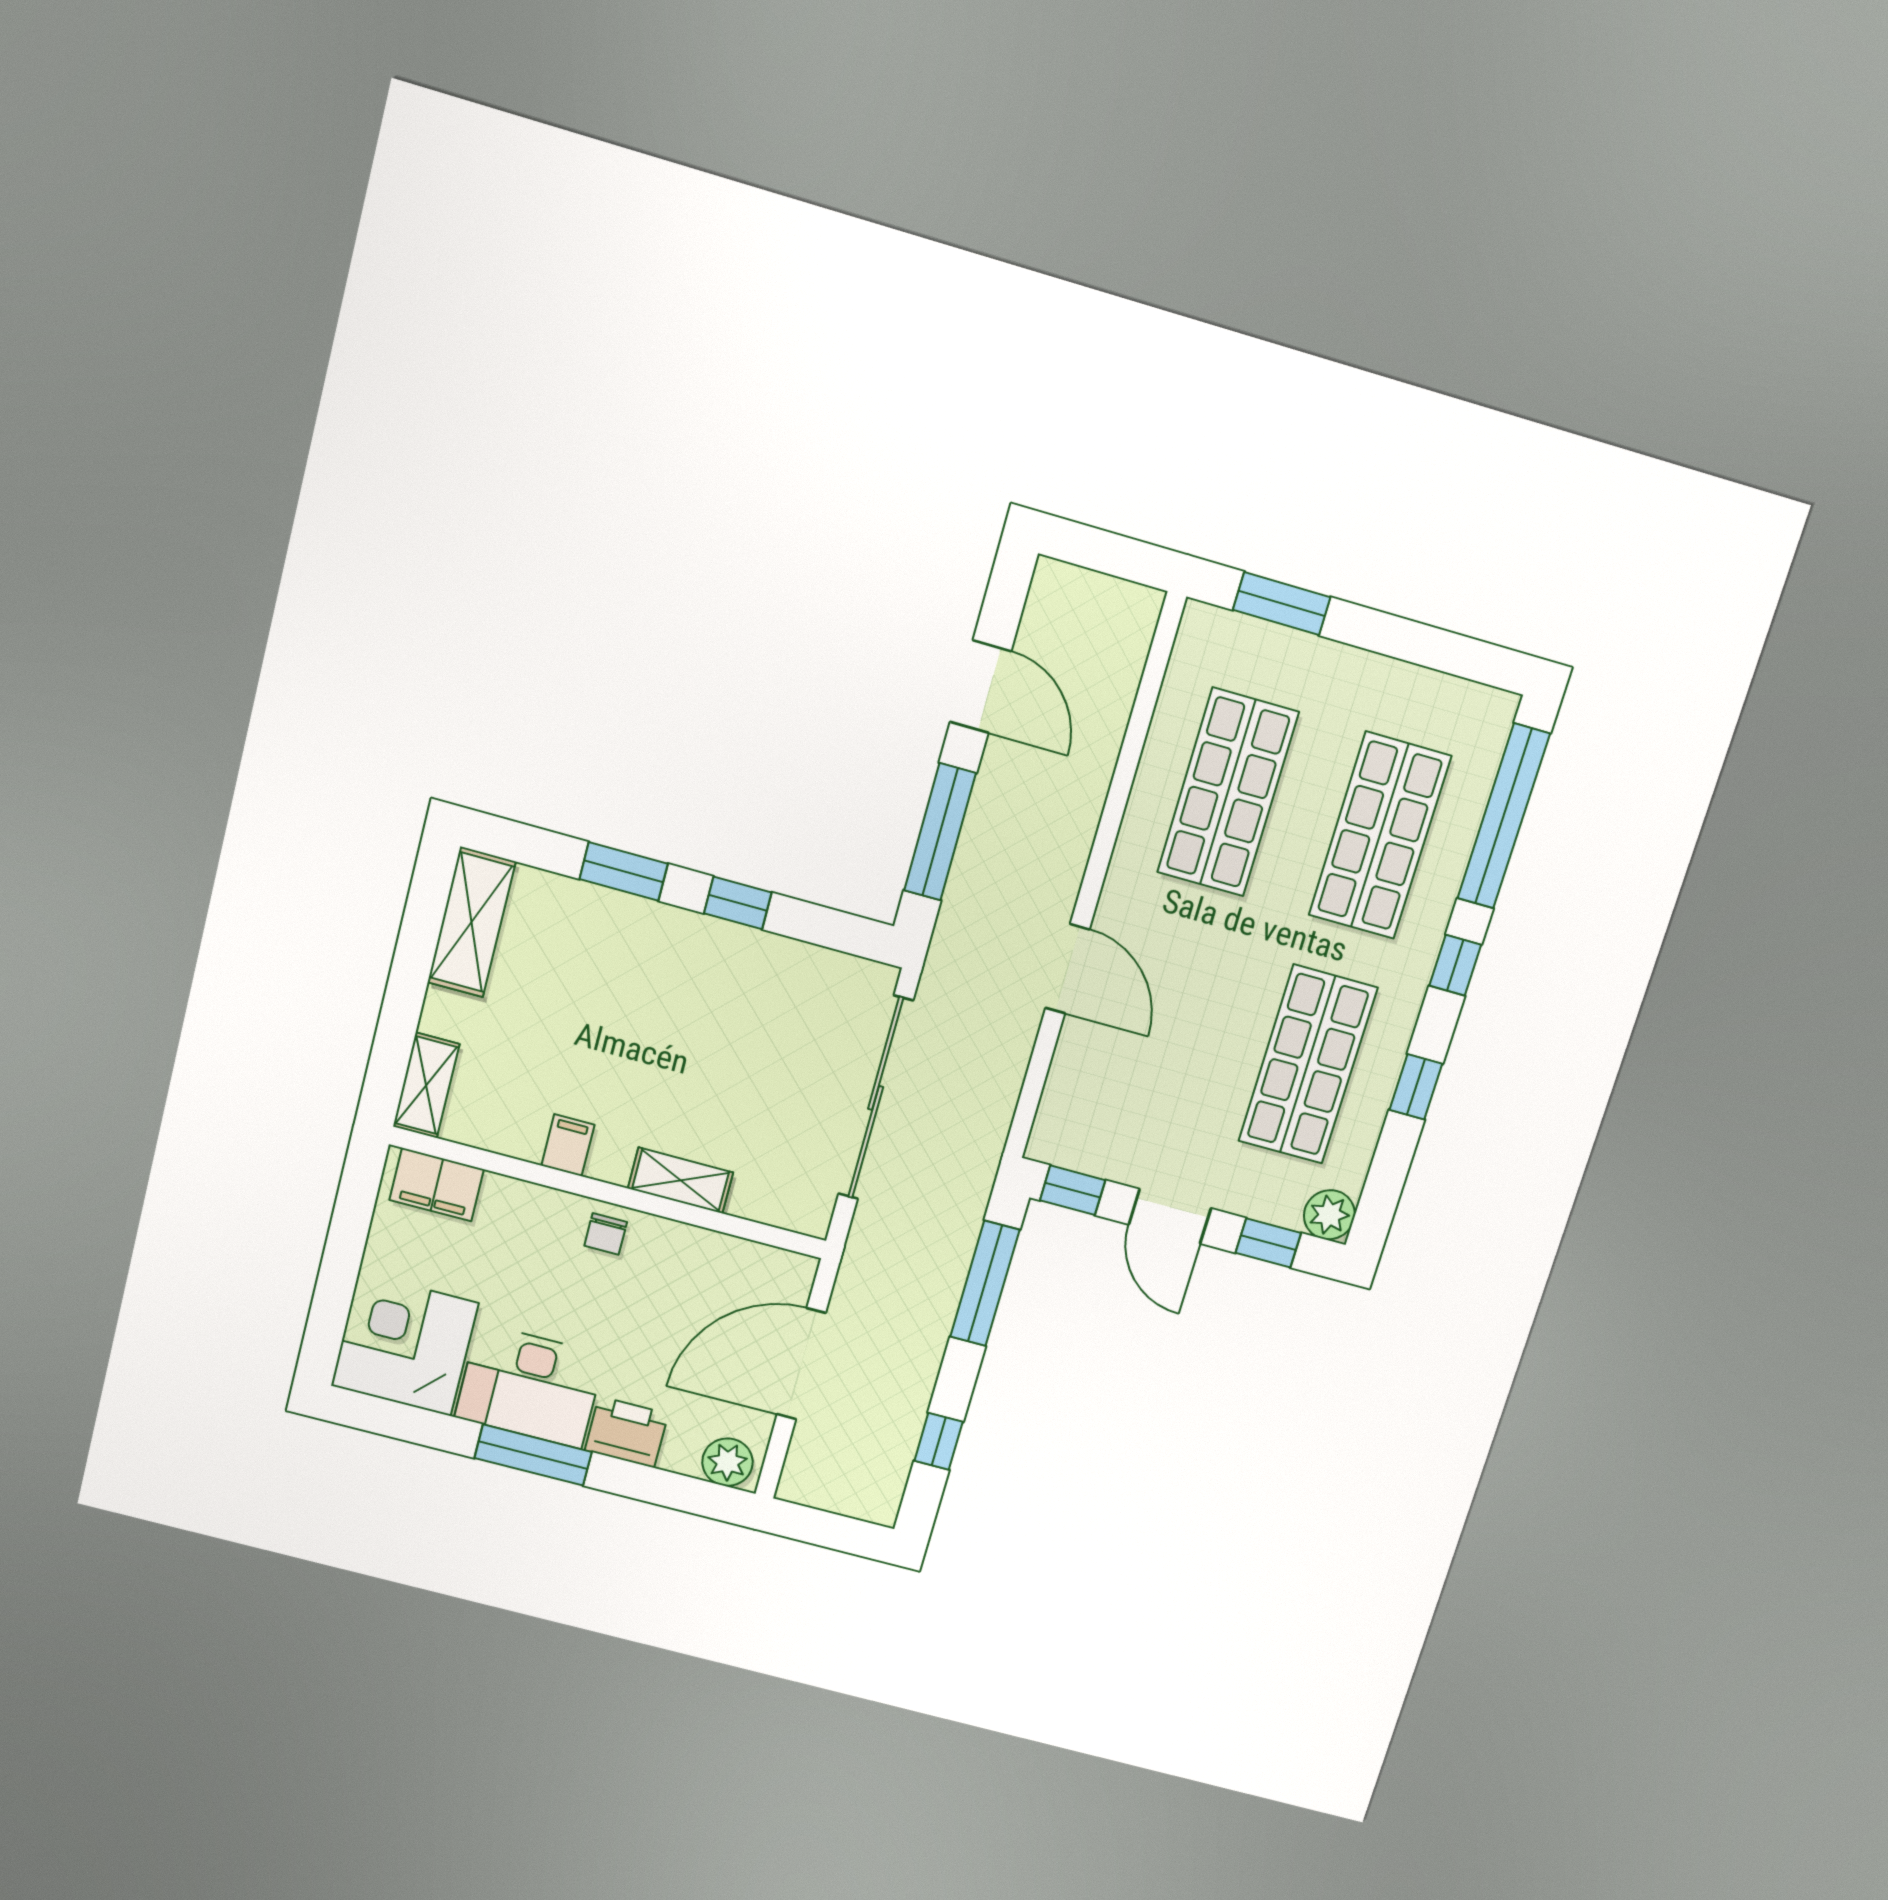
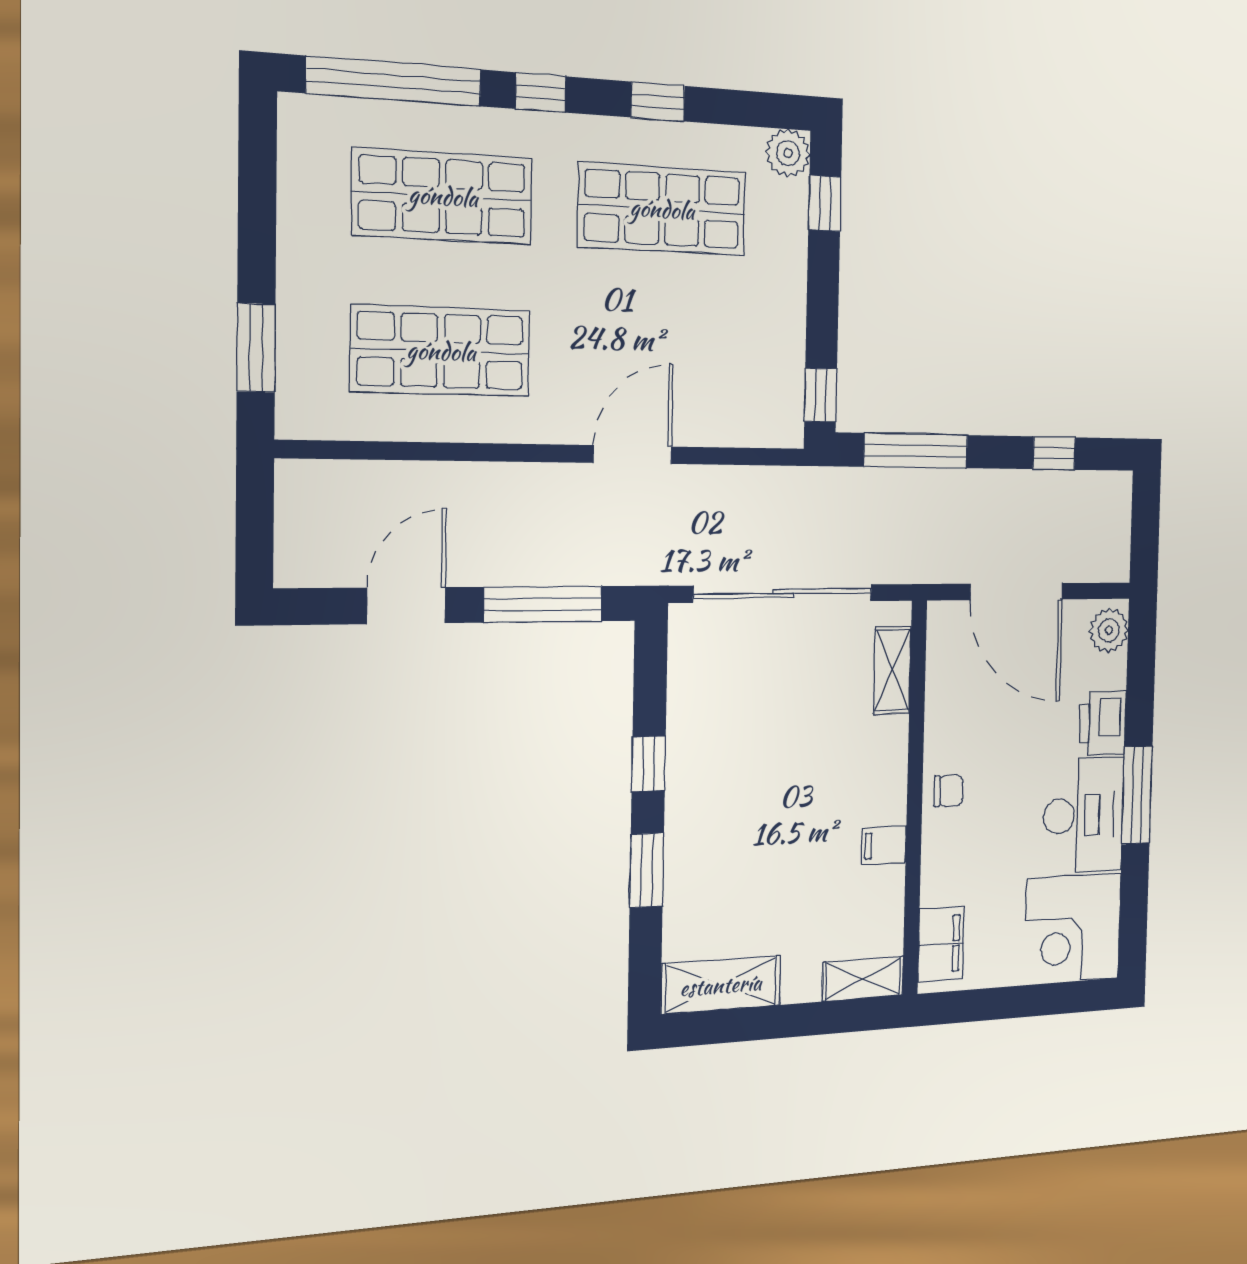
shelving: (680, 1180) -> (892, 670), moved
door: (1170, 1216) -> (823, 300), removed

